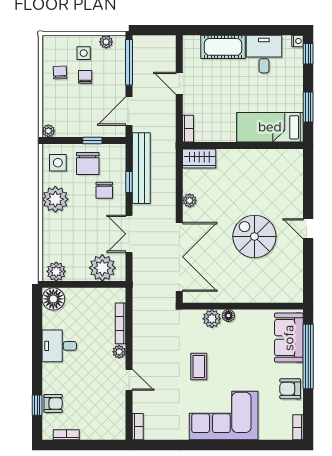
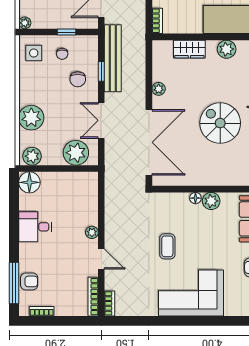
wardrobe: (199, 159) -> (189, 49), moved
plant: (261, 159) -> (227, 49), added
chair: (88, 163) -> (62, 54), width x0.54, depth x0.54
plant: (55, 199) -> (31, 118), moved
plant: (212, 319) -> (211, 201), moved
bookcase: (121, 323) -> (93, 297), moved
window: (37, 405) -> (14, 283), width x2.17

